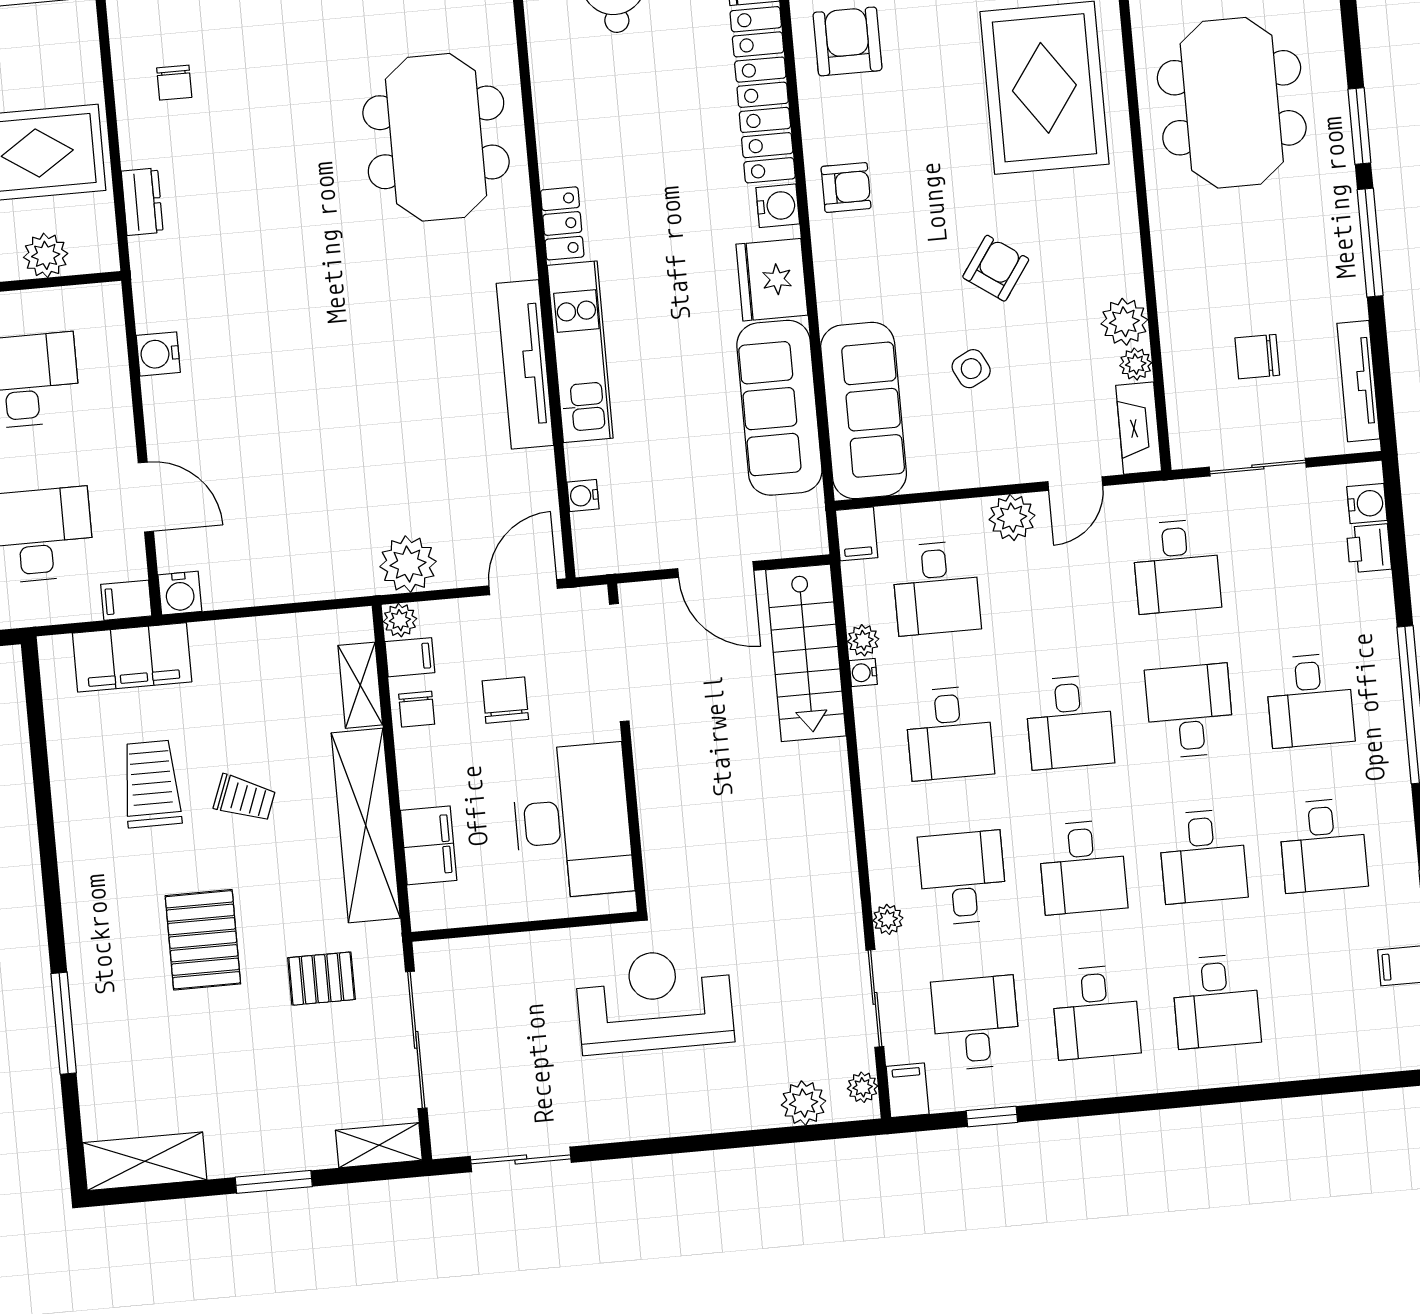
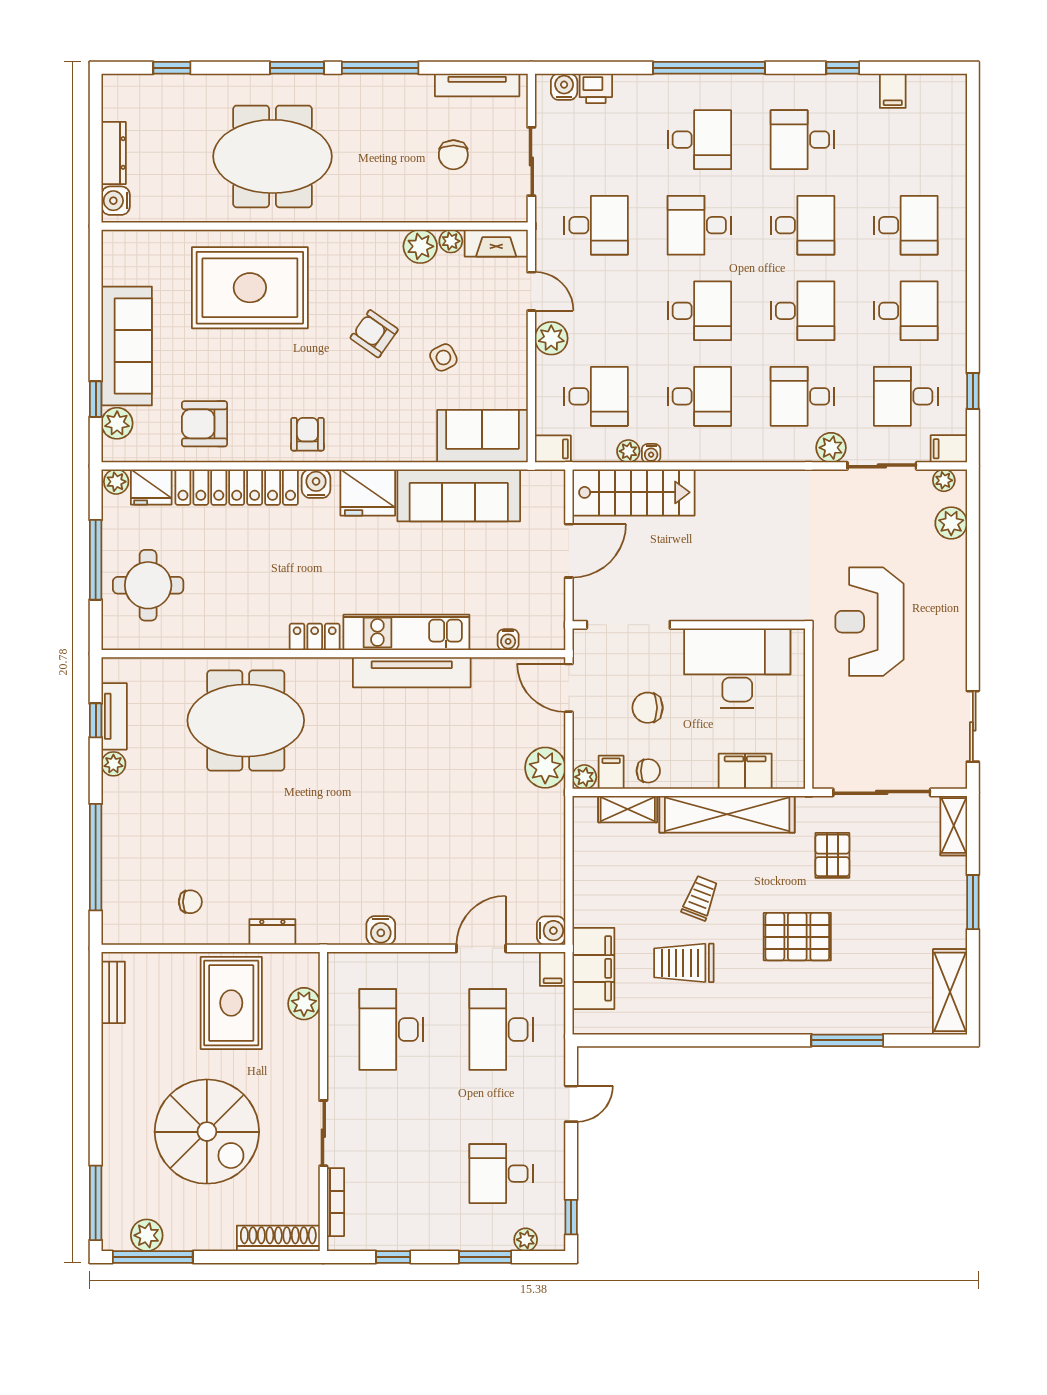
sofa: (864, 411) -> (482, 436), width x0.73
desk: (1323, 845) -> (803, 140), turned 180
plant: (888, 919) -> (831, 448), width x1.38, depth x1.38

